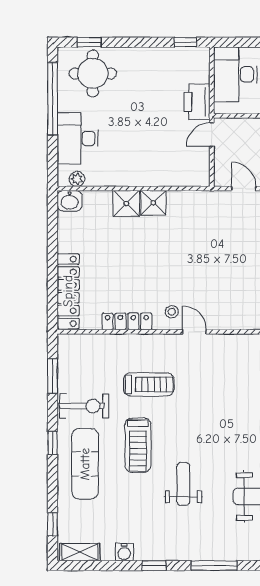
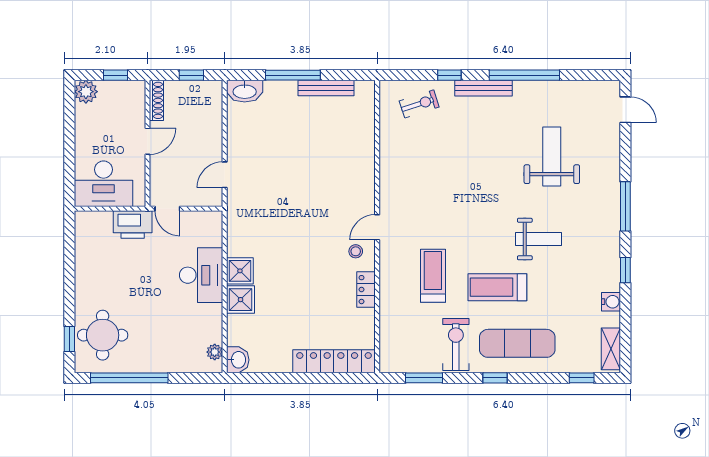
window: (185, 42) -> (69, 237), removed
desk: (78, 138) -> (201, 275), moved, turned -90
locker: (127, 321) -> (366, 290), width x0.66
treadmill: (138, 445) -> (497, 287), turned 180
weight bench: (183, 484) -> (539, 239), turned 180

